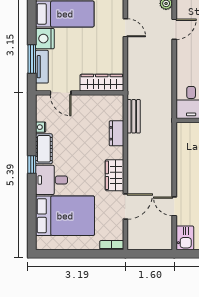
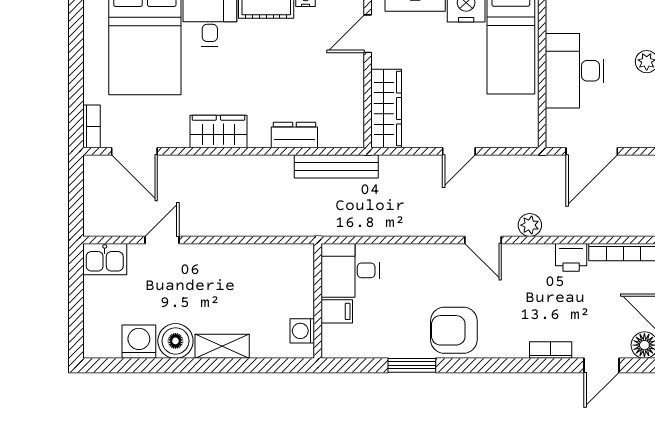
door: (125, 28) -> (459, 151), moved
bench: (134, 116) -> (336, 166), width x1.36
door: (125, 206) -> (134, 151), moved

